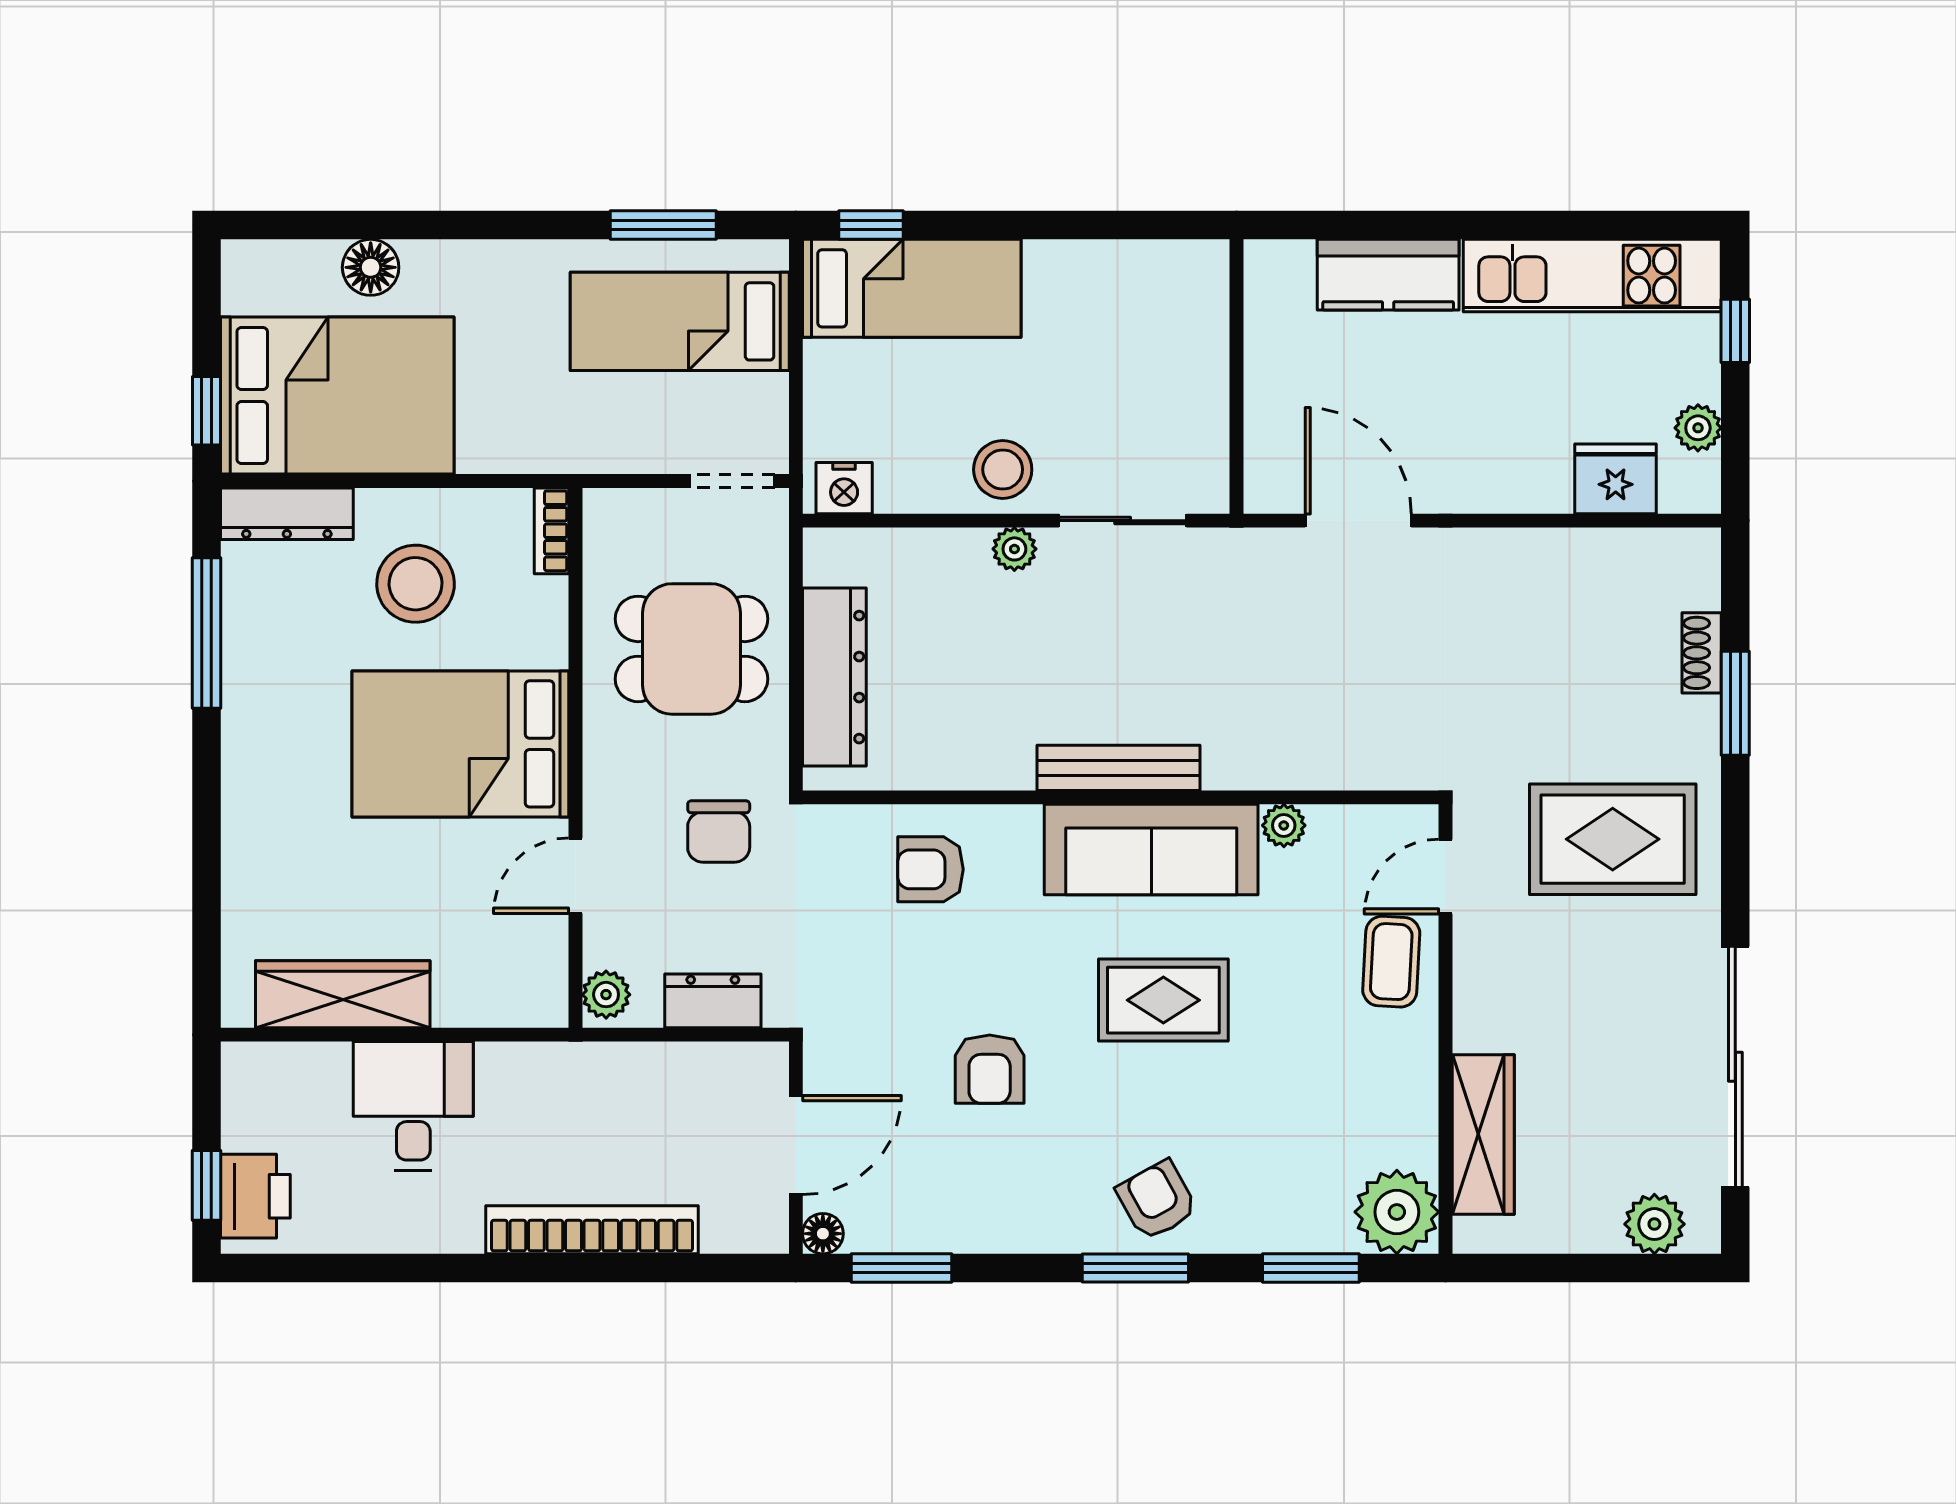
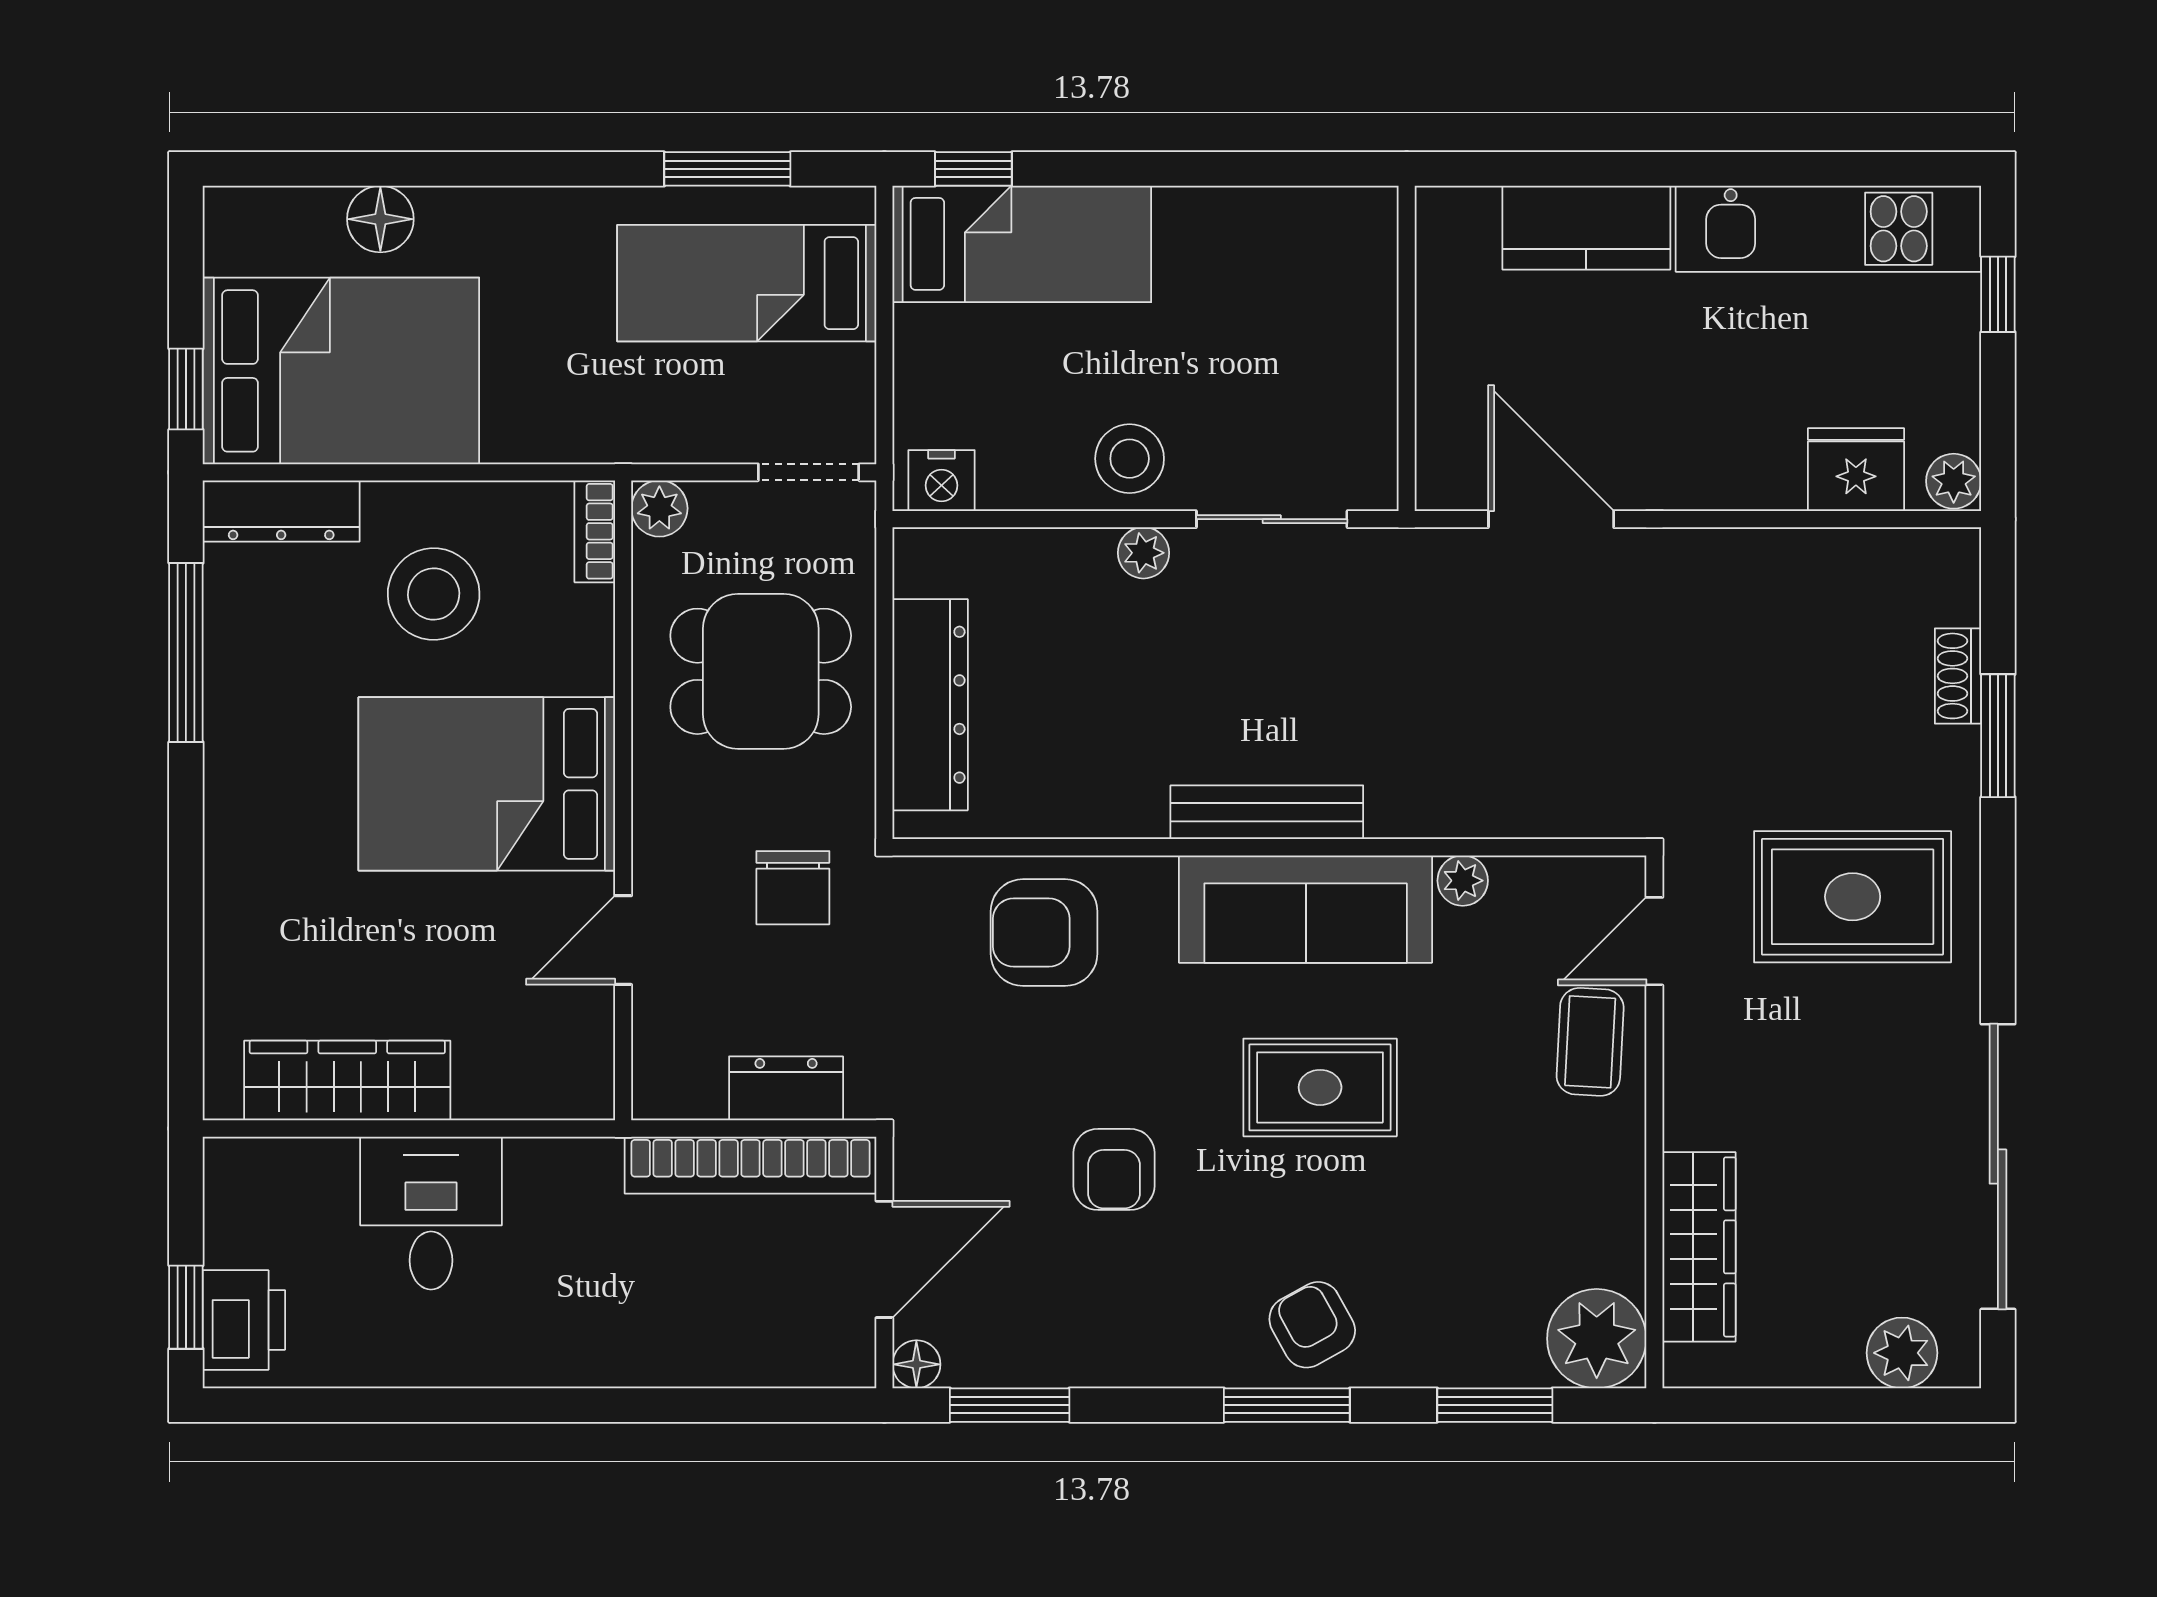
plant: (1698, 428) -> (1954, 481), moved
armchair: (931, 869) -> (1044, 933), width x1.38, depth x1.38
plant: (606, 995) -> (659, 508), moved
bookcase: (592, 1230) -> (751, 1165), moved, turned 180

